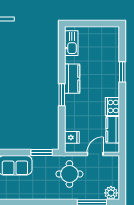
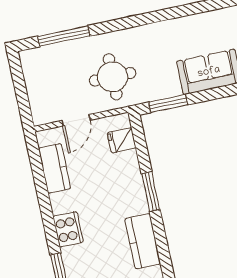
window: (62, 95) -> (151, 192), moved
cooker: (112, 106) -> (68, 229), moved
plant: (111, 193) -> (35, 60), removed

